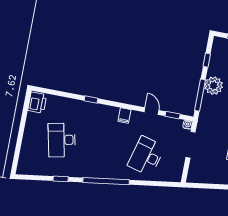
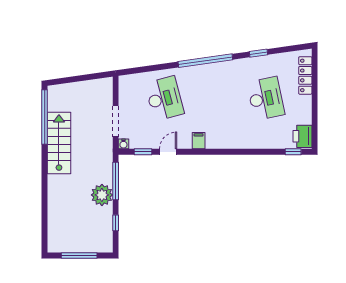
window: (91, 99) -> (293, 152), moved
door: (152, 111) -> (168, 152), swing flipped
locker: (25, 153) -> (305, 75), added
desk: (146, 156) -> (164, 99), turned -30

